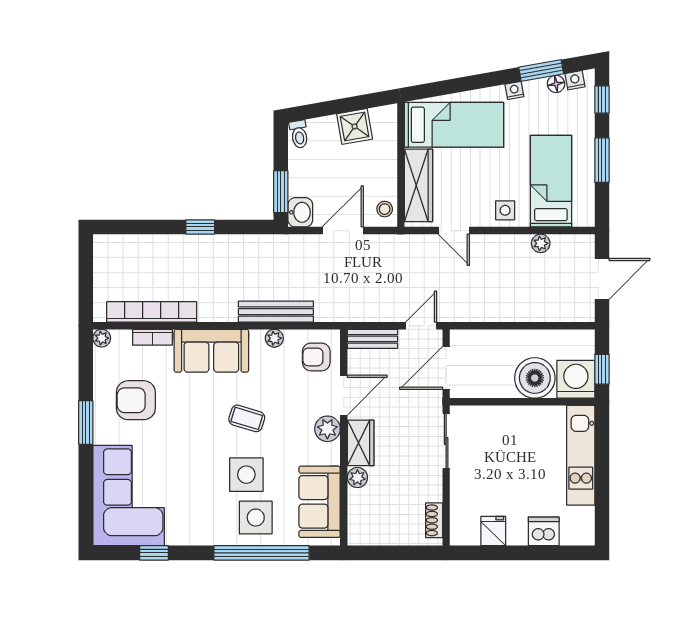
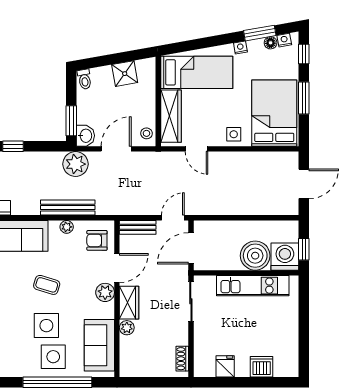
bed: (551, 181) -> (274, 113), width x1.50
plant: (541, 243) -> (76, 164), moved, width x1.87, depth x1.87
kitchen unit: (581, 455) -> (253, 286), moved, turned -90

